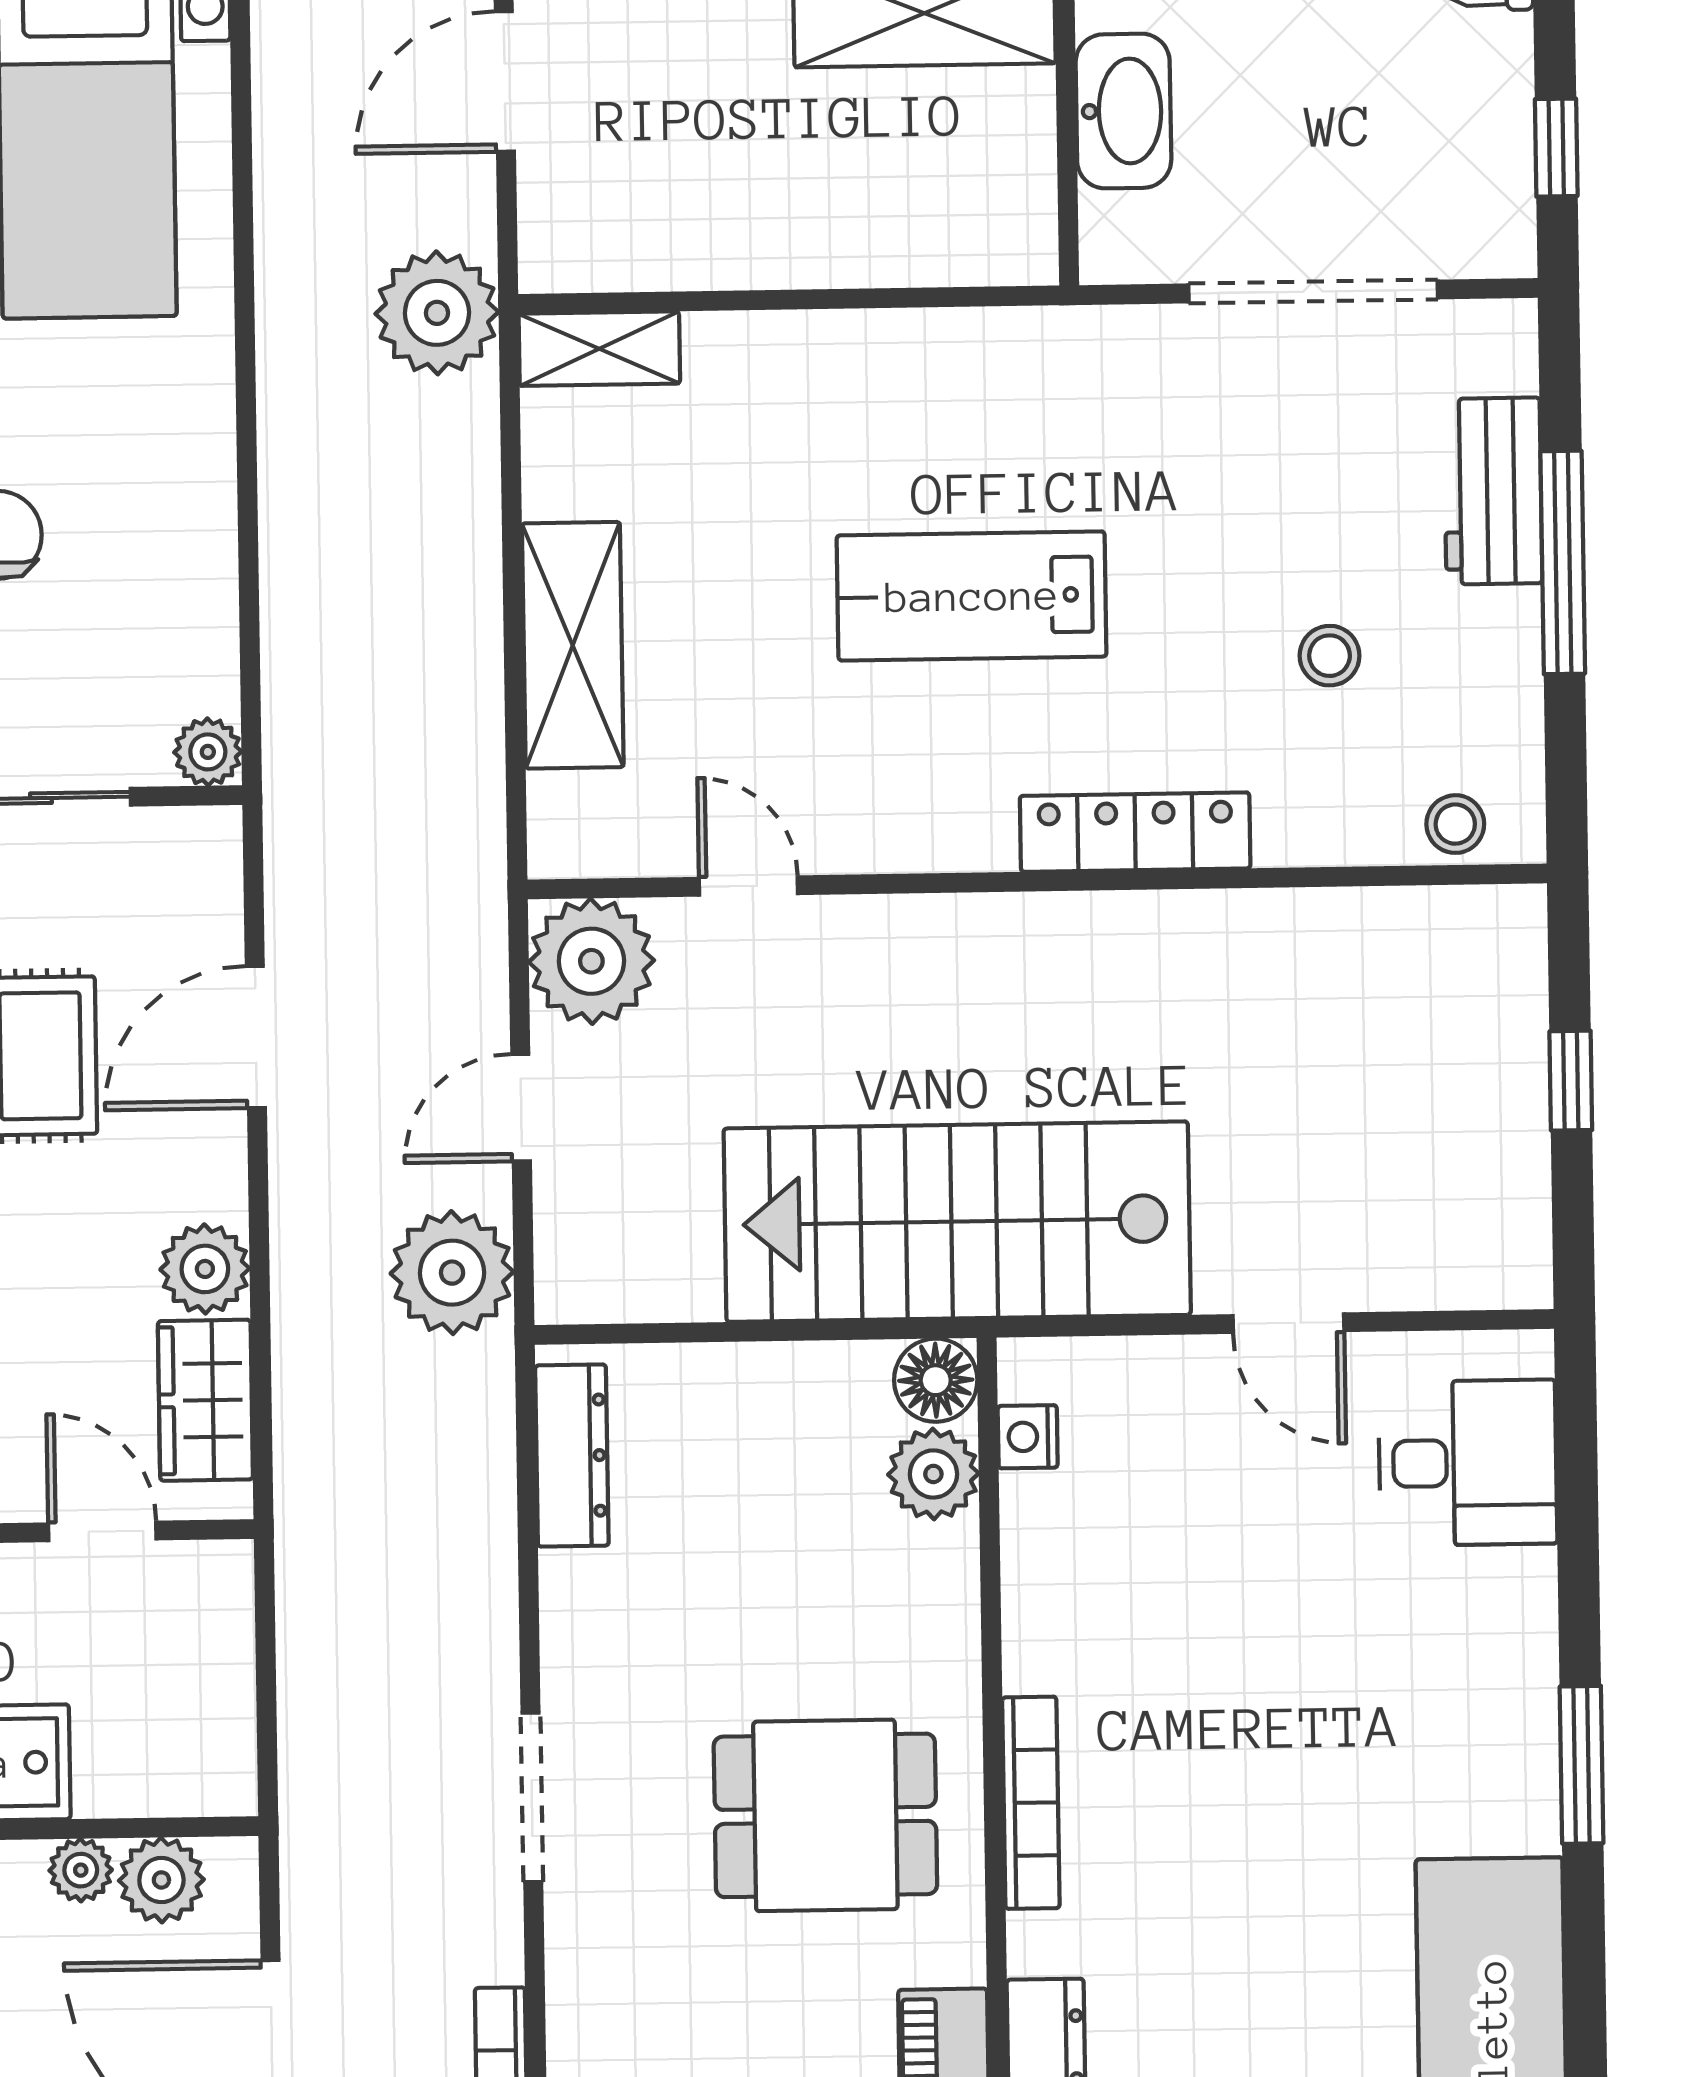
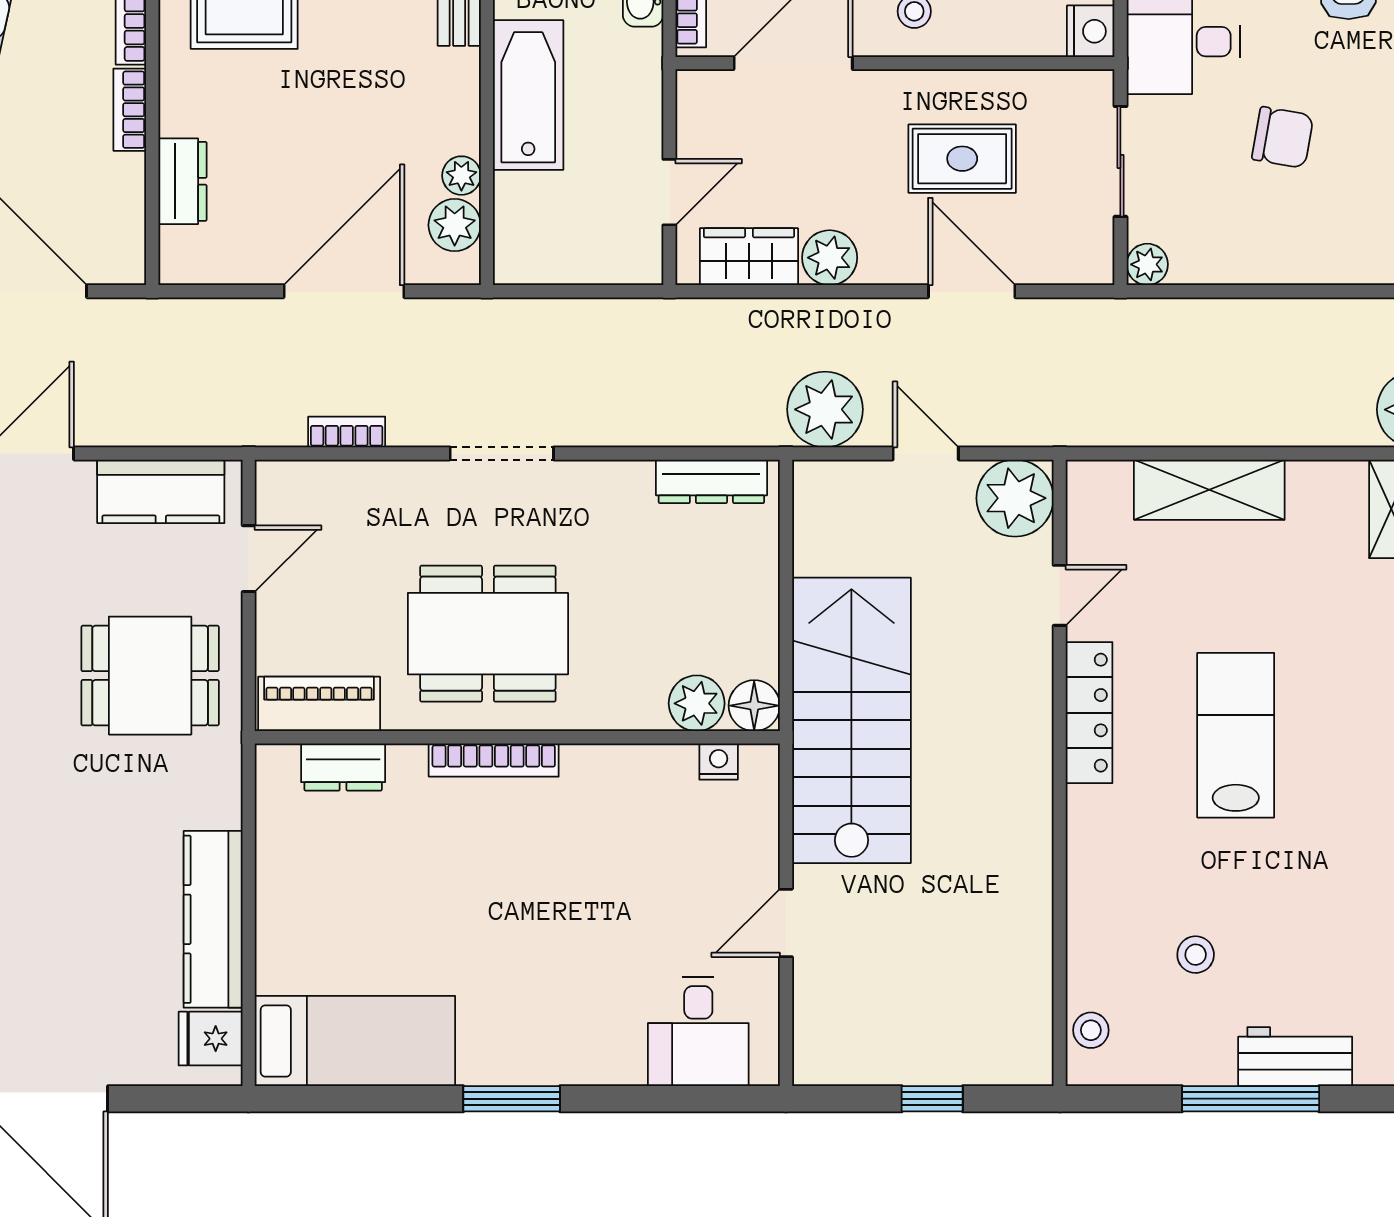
locker: (1135, 832) -> (1089, 713), moved
dining table: (825, 1815) -> (488, 634), width x1.38

